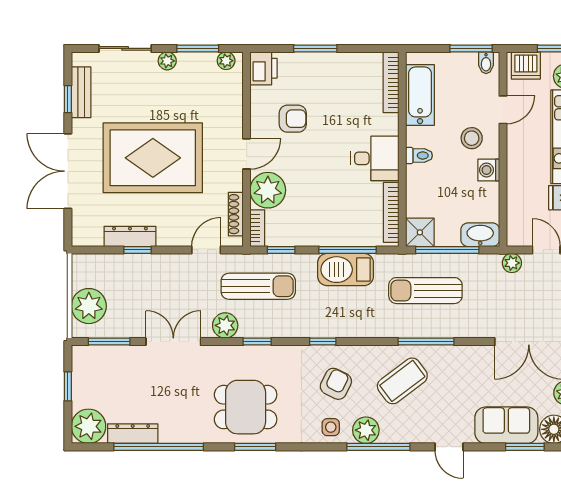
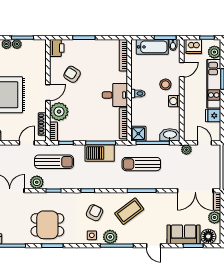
plant: (226, 61) -> (17, 44), moved
bathtub: (420, 95) -> (152, 47), moved, turned 90
armchair: (293, 119) -> (72, 74), turned -148

